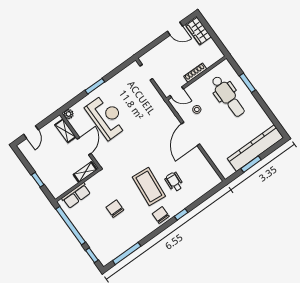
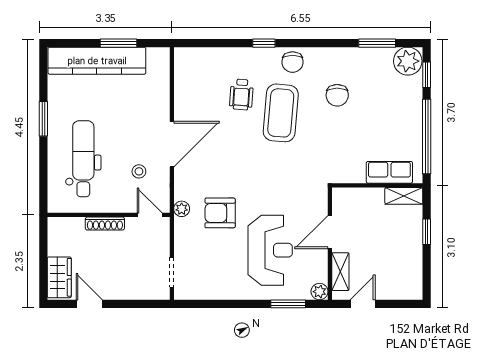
window: (247, 83) -> (43, 119), moved
window: (95, 86) -> (288, 304), moved
plant: (163, 106) -> (182, 209), added
reception desk: (107, 117) -> (270, 250), turned 180
armchair: (144, 118) -> (220, 213), added
door: (31, 132) -> (363, 304), moved
shelving: (85, 172) -> (404, 196), moved
chair: (115, 209) -> (337, 95), moved
window: (127, 253) -> (377, 43), width x0.69
plant: (106, 255) -> (408, 61), added

